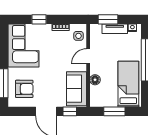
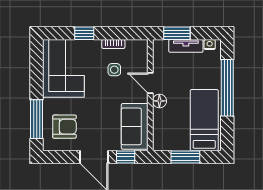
side table: (78, 36) -> (114, 70), moved
door: (88, 56) -> (150, 83), hinge flipped
floor lamp: (95, 80) -> (159, 101), moved

